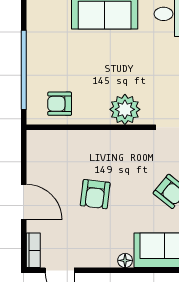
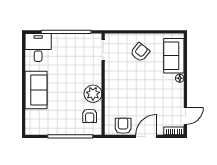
plant: (125, 109) -> (93, 94), moved
armchair: (95, 194) -> (123, 126), moved, turned -97

